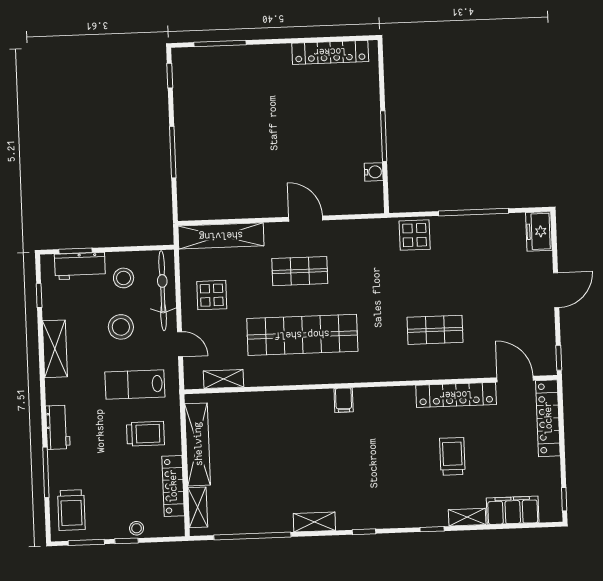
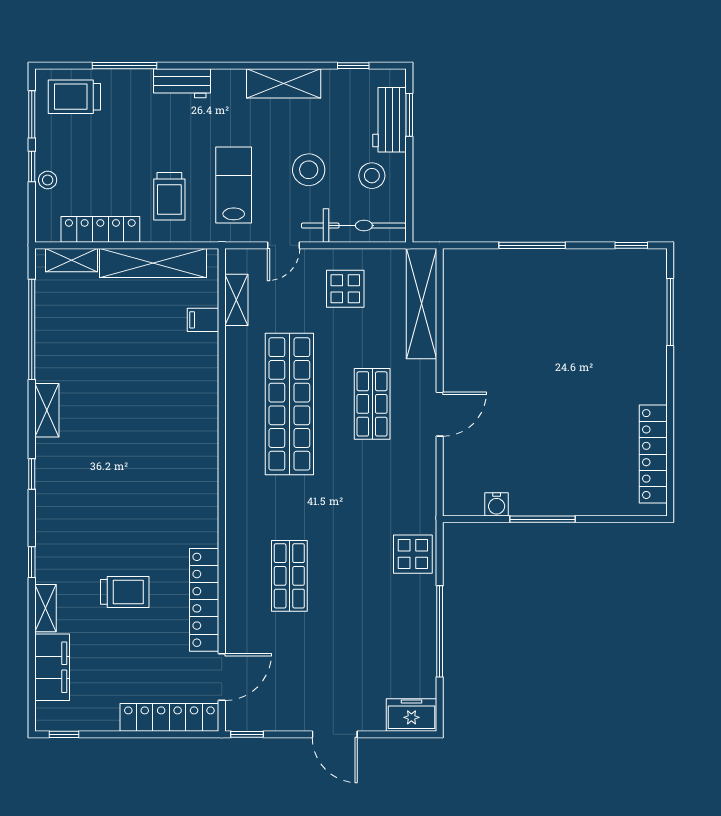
filing cabinet: (344, 400) -> (203, 320), moved

